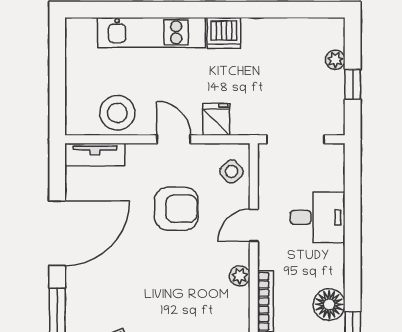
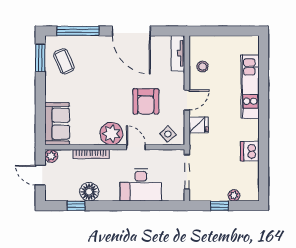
dishwasher: (224, 33) -> (250, 151), moved
stool: (117, 113) -> (203, 67), width x0.53, depth x0.53
desk: (318, 217) -> (141, 185), width x1.37
plant: (240, 276) -> (111, 134), width x1.88, depth x1.88

